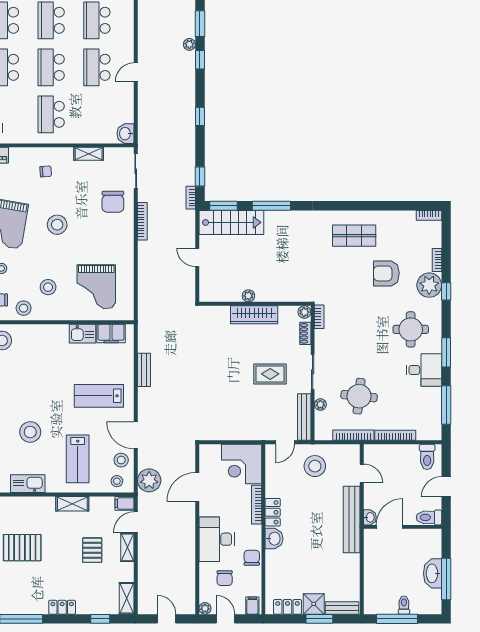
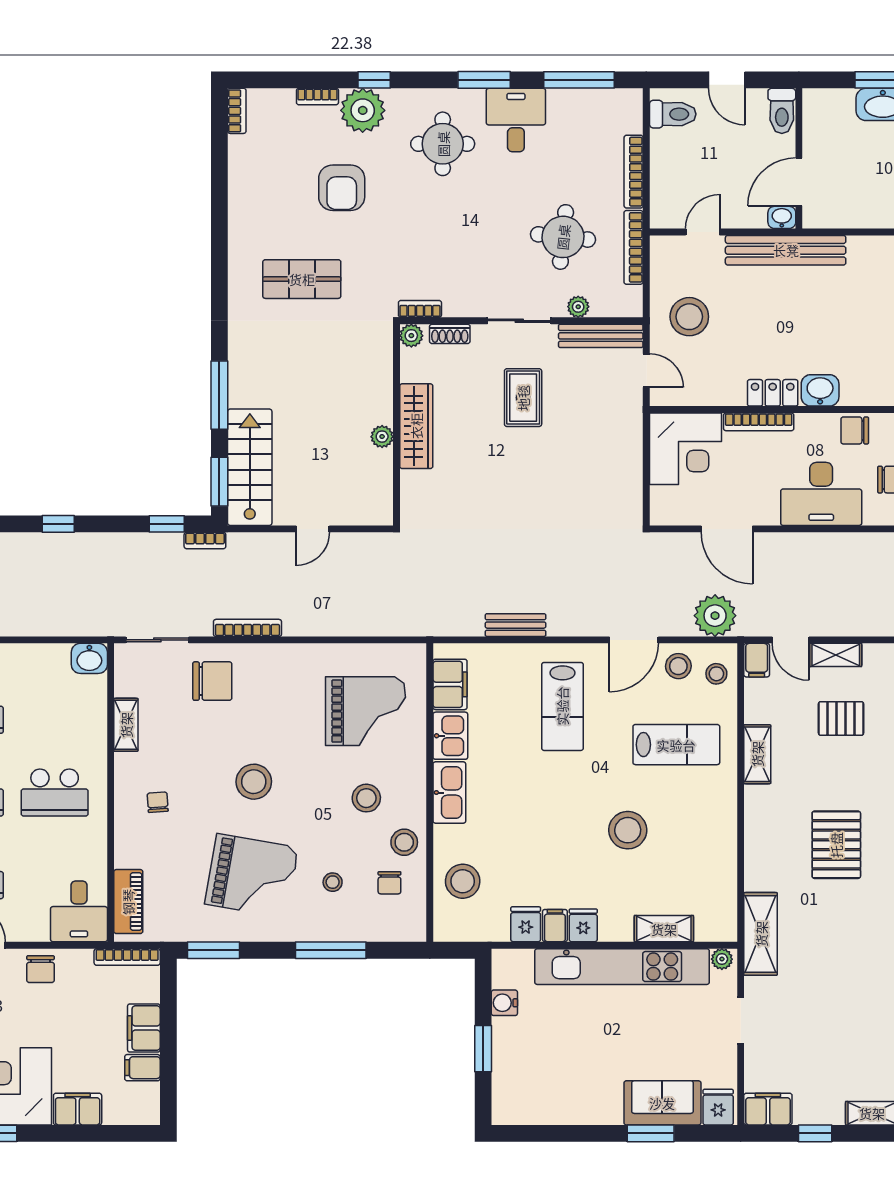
shop shelf: (354, 236) -> (302, 279), moved, turned 90
kitchen sink: (28, 484) -> (449, 793), moved, turned 180
door: (390, 527) -> (799, 182), hinge flipped

